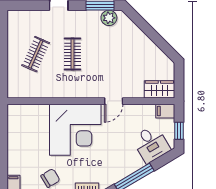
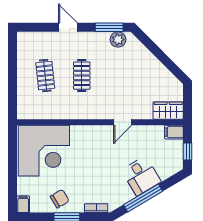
clothes rail: (36, 54) -> (45, 76), turned -30
corner desk: (75, 130) -> (44, 151), moved
desk: (151, 144) -> (141, 176), moved

